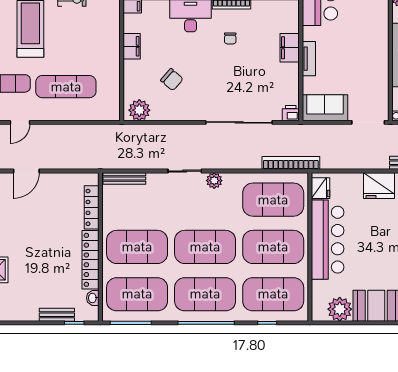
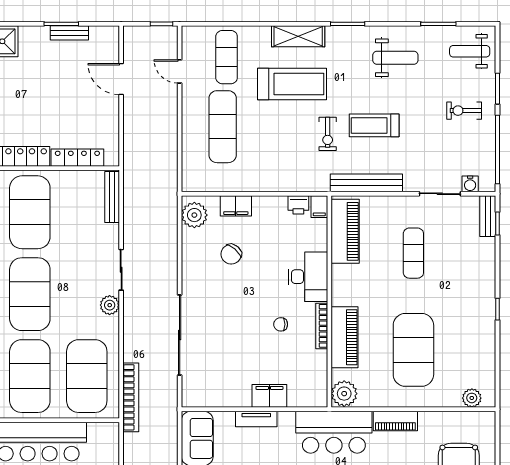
filing cabinet: (132, 46) -> (236, 206), moved
printer: (291, 113) -> (298, 205), moved, turned 90
fridge: (320, 188) -> (101, 433), removed

